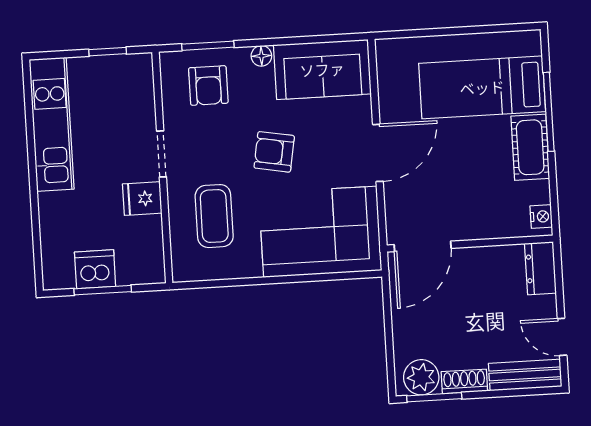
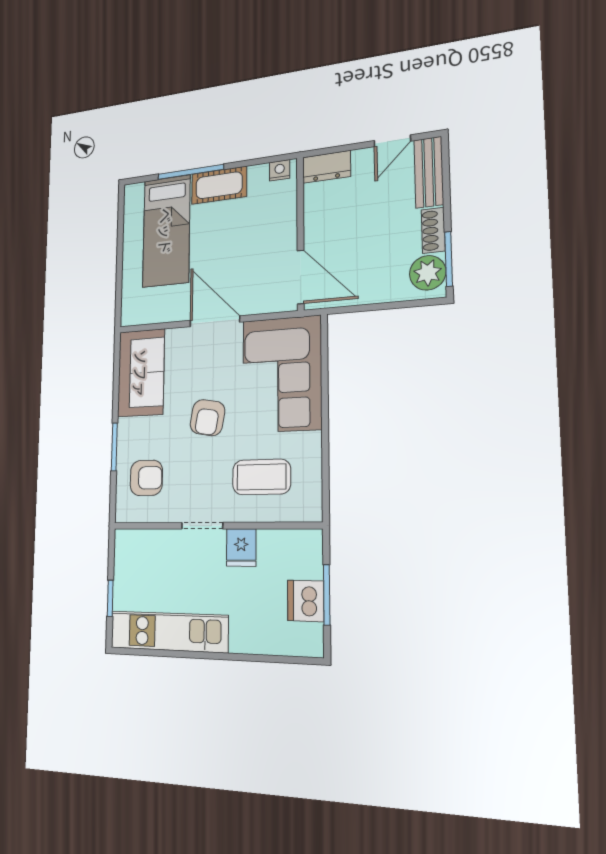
window: (208, 46) -> (114, 447), moved
window: (108, 52) -> (110, 598), moved
floor lamp: (261, 56) -> (126, 428), removed

